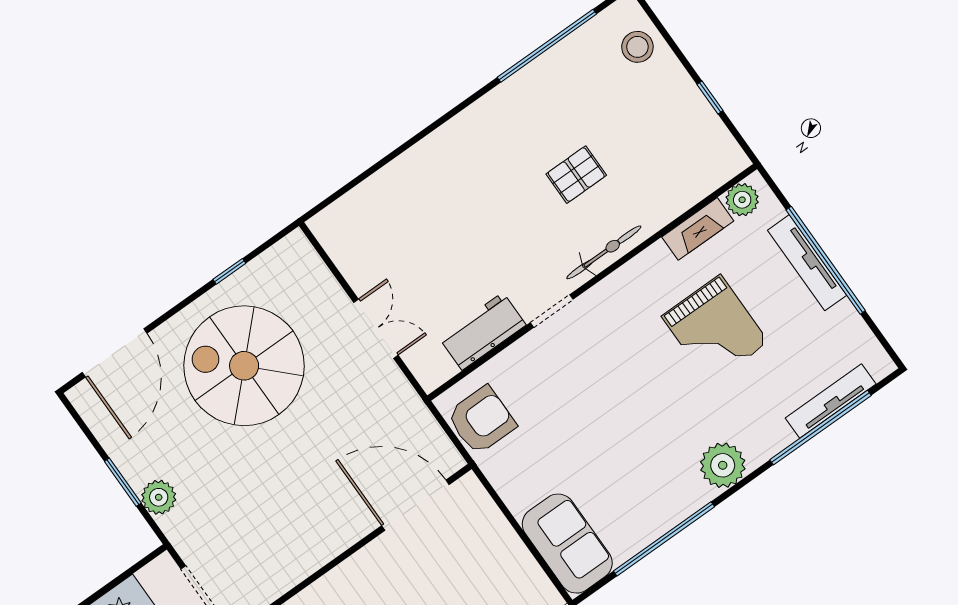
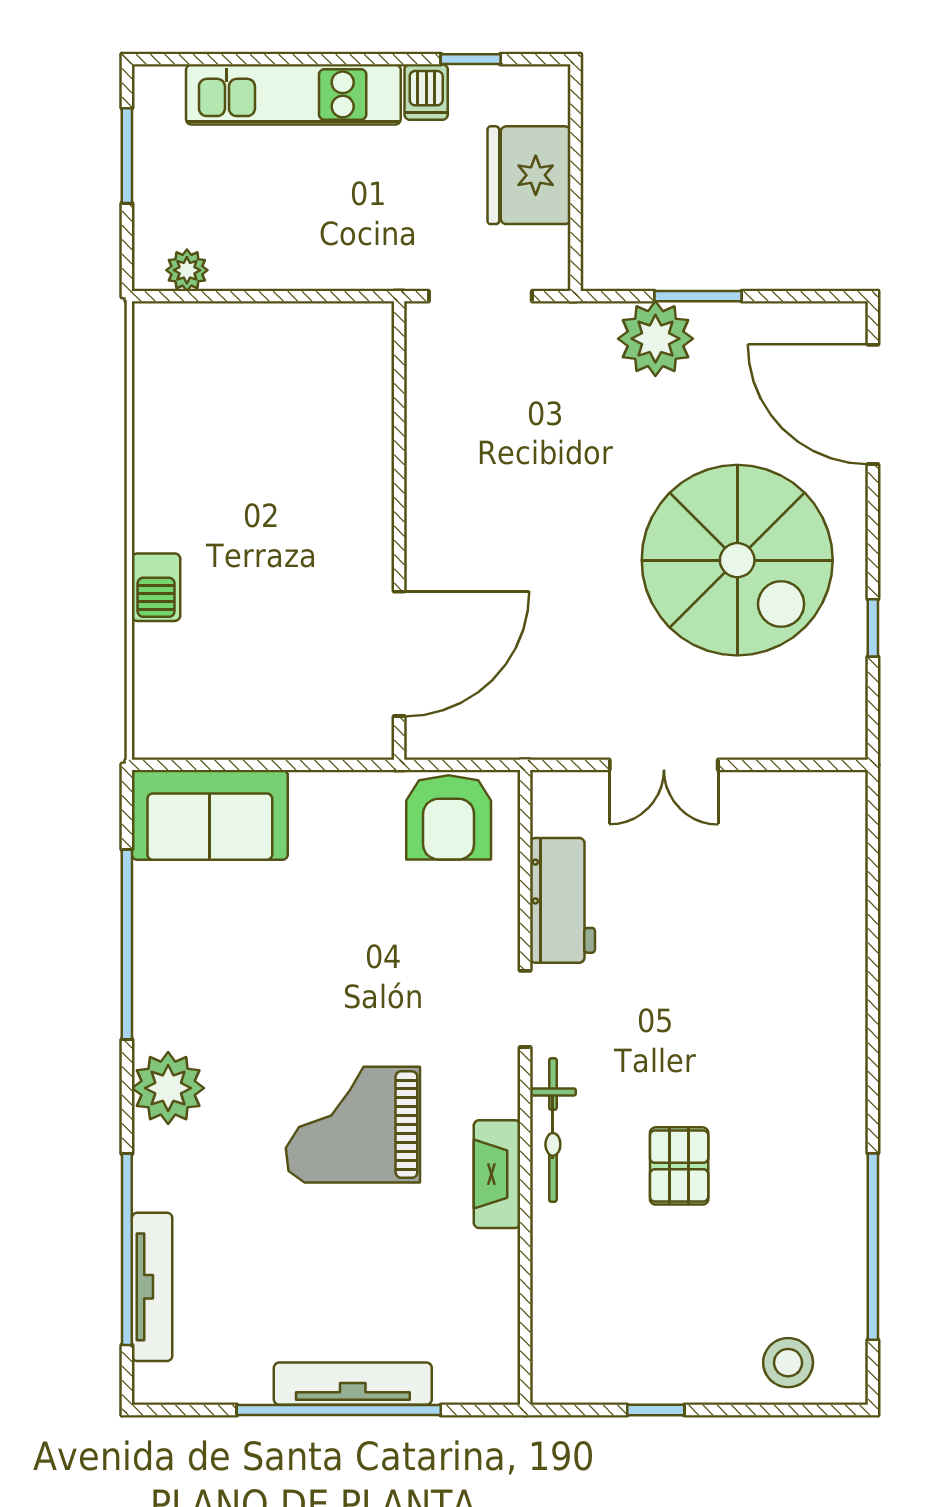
plant: (742, 200) -> (494, 1358), removed
fireplace: (698, 229) -> (497, 1174), moved
grand piano: (715, 329) -> (353, 1125), moved
spiral stairs: (244, 366) -> (737, 560), turned 90
plant: (159, 497) -> (655, 339), width x1.36, depth x1.36

